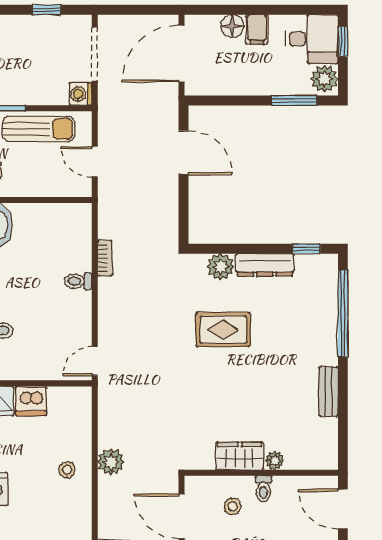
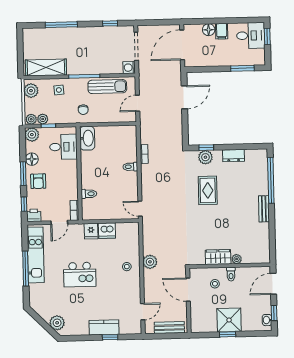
plant: (325, 79) -> (258, 56), removed
door: (184, 153) -> (184, 97), hinge flipped
door: (95, 162) -> (138, 103), hinge flipped
window: (306, 249) -> (206, 148), moved
dresser: (265, 265) -> (234, 156), width x0.70
rug: (223, 330) -> (208, 190), turned 90
door: (95, 361) -> (140, 209), hinge flipped
bench: (328, 391) -> (264, 209), moved
door: (343, 509) -> (273, 284), hinge flipped

